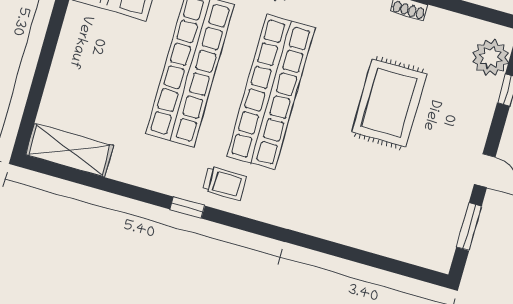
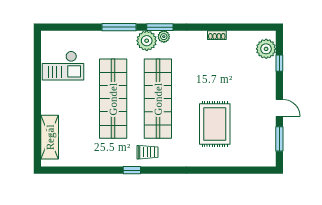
rug: (389, 103) -> (215, 124), moved
shelving: (69, 150) -> (50, 137), moved, turned 90

